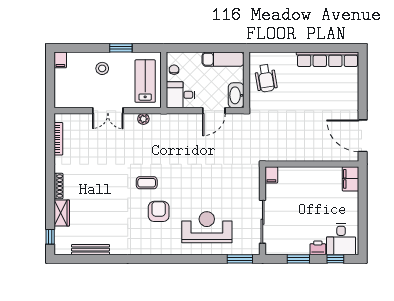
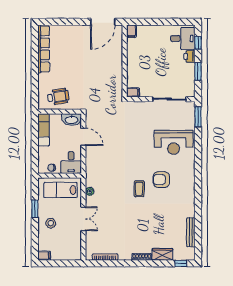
filing cabinet: (351, 179) -> (131, 31), width x0.50
reception desk: (207, 227) -> (174, 142), turned -90

